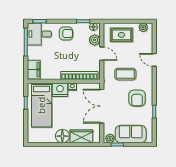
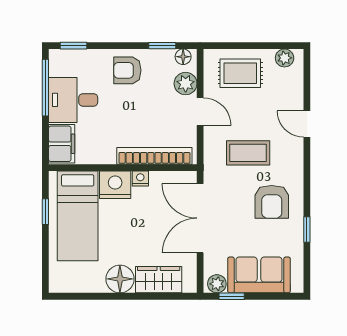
armchair: (66, 33) -> (127, 70), turned 180
desk: (39, 34) -> (73, 100), moved

